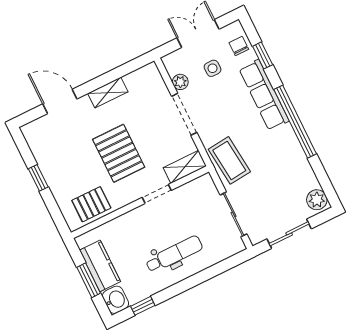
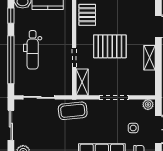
plant: (180, 82) -> (148, 105), moved
window: (202, 277) -> (11, 60), added

